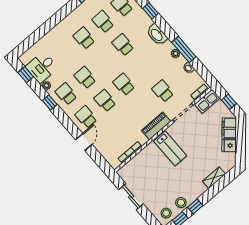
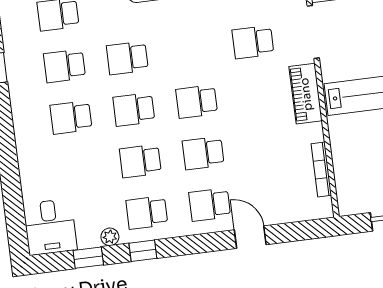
school desk: (104, 61) -> (134, 109), added
desk: (42, 67) -> (50, 227), moved
window: (26, 75) -> (88, 258), moved

